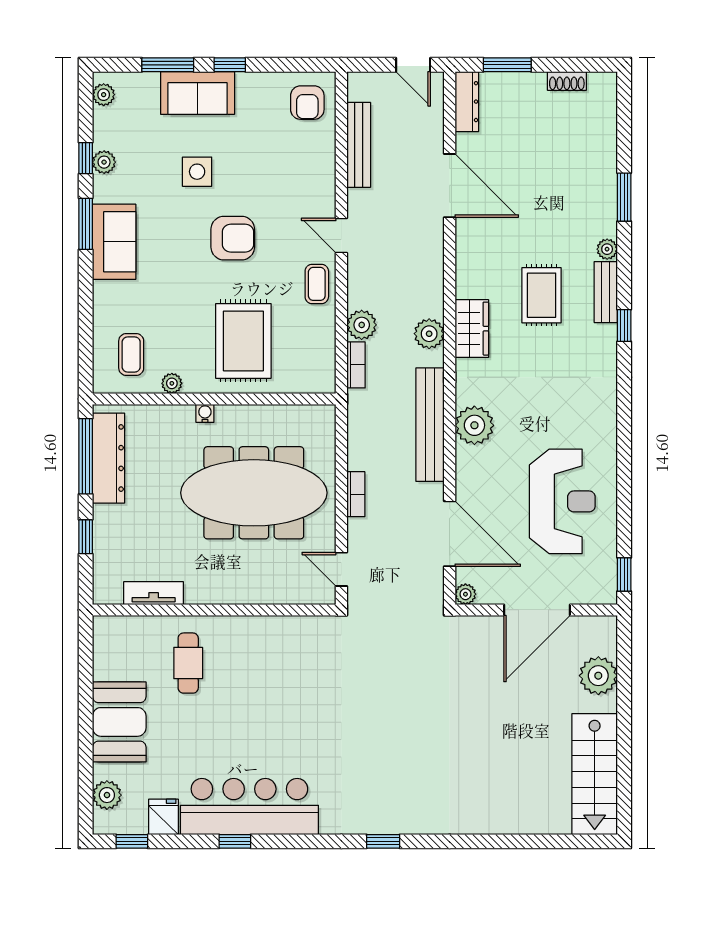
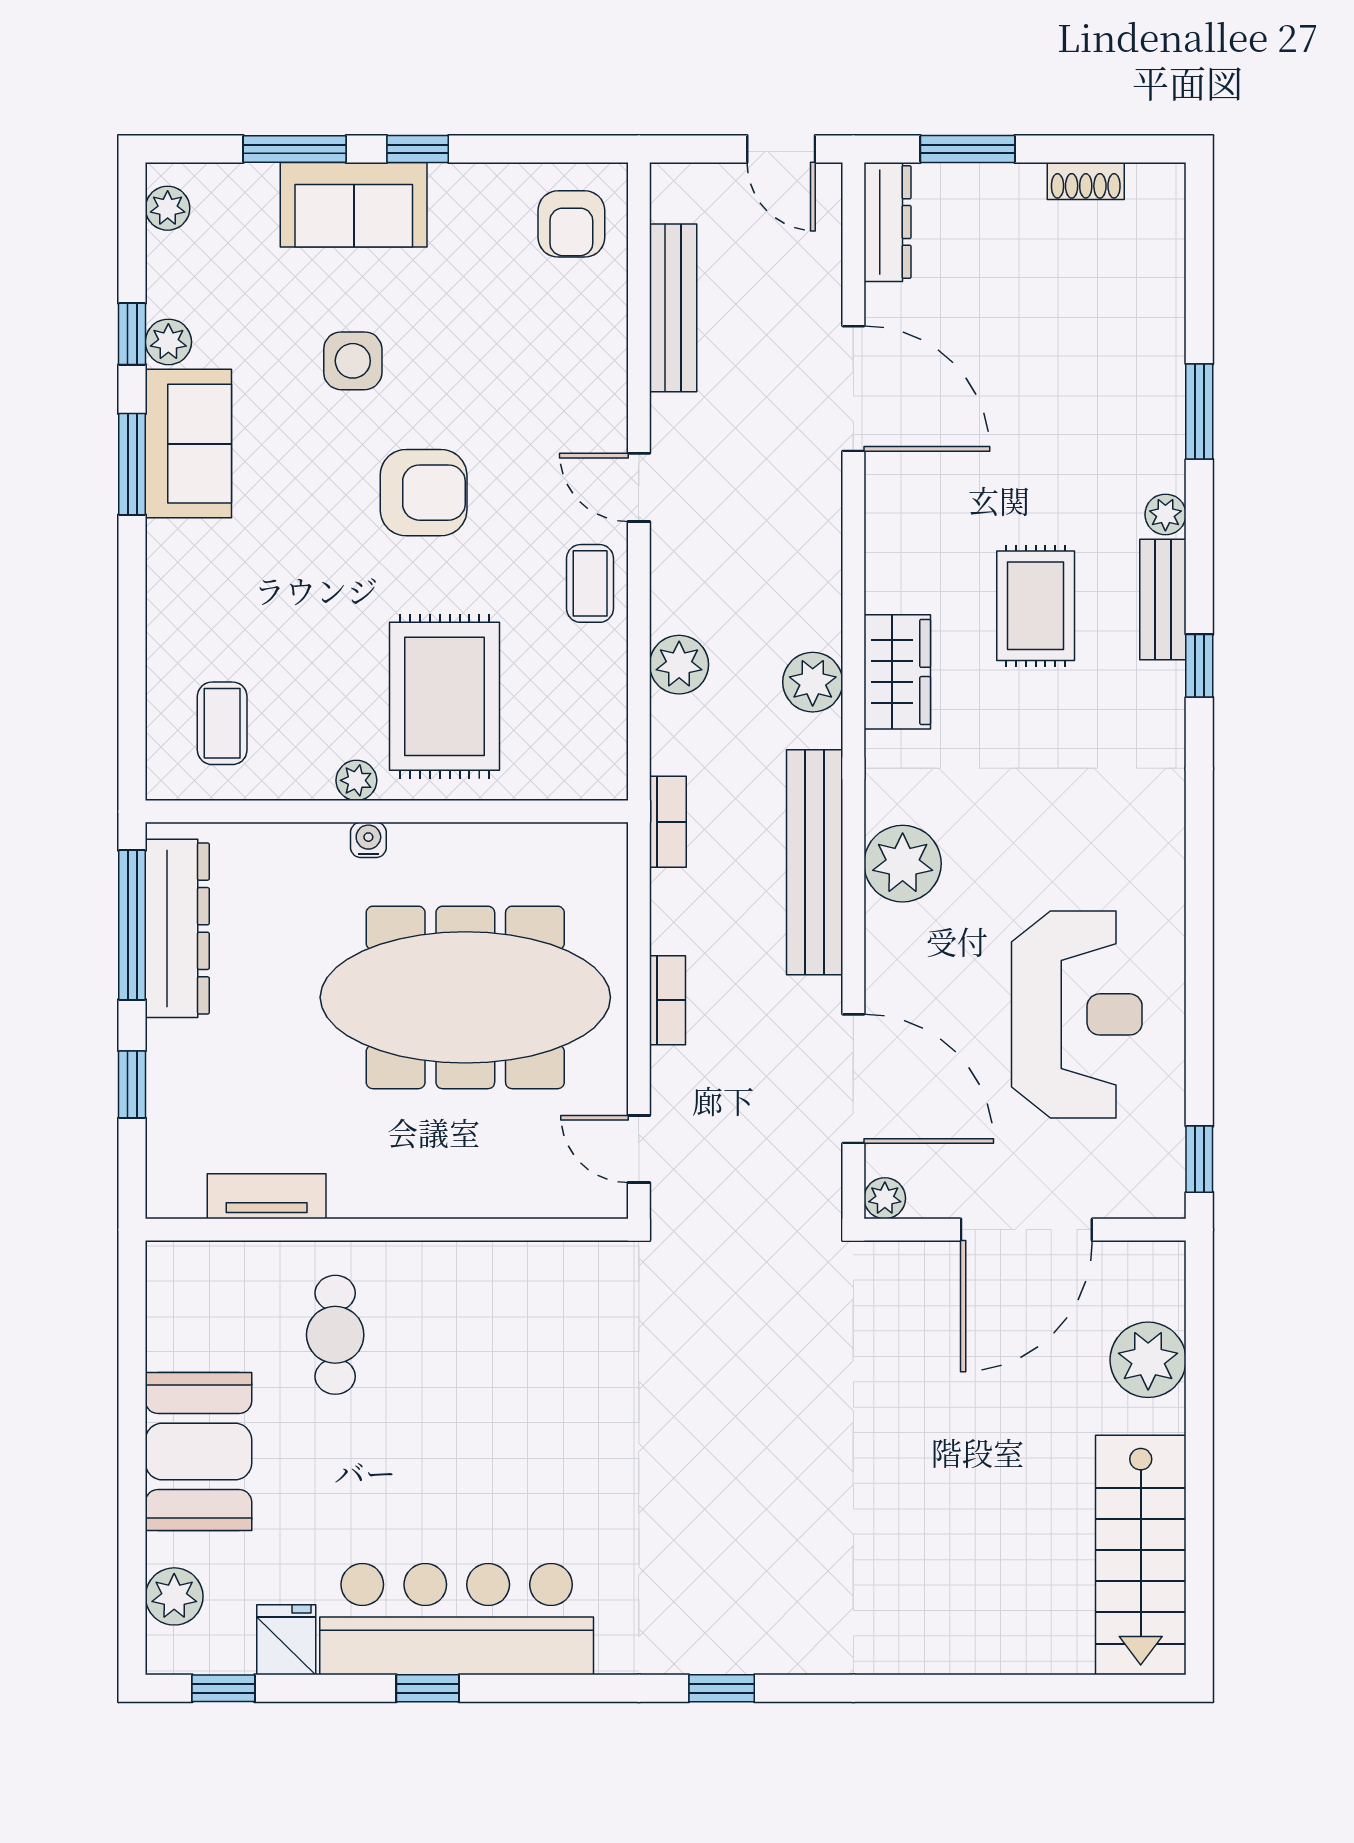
sofa: (114, 242) -> (188, 444), moved
bookcase: (356, 365) -> (668, 822), moved
plant: (172, 383) -> (356, 780), moved

